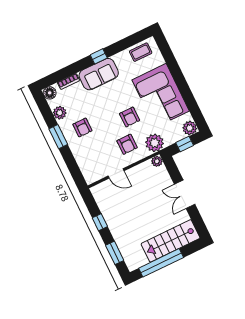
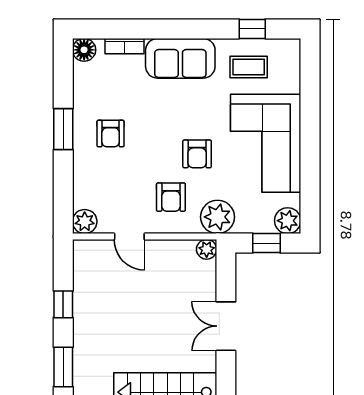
coffee table: (141, 52) -> (249, 67), moved
window: (99, 56) -> (252, 29), moved
plant: (60, 113) -> (85, 222), moved

